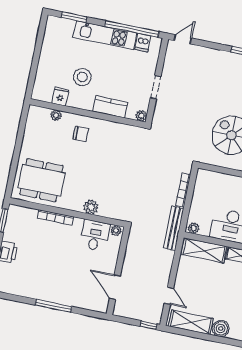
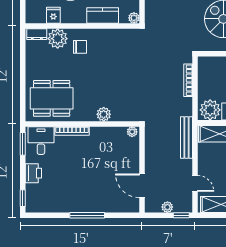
dresser: (40, 112) -> (37, 34), added
plant: (56, 115) -> (58, 39), width x1.88, depth x1.88
bench: (174, 228) -> (186, 137), moved
plant: (194, 228) -> (210, 110), width x1.88, depth x1.88
desk: (95, 235) -> (41, 141), moved
plant: (136, 314) -> (167, 207), added

